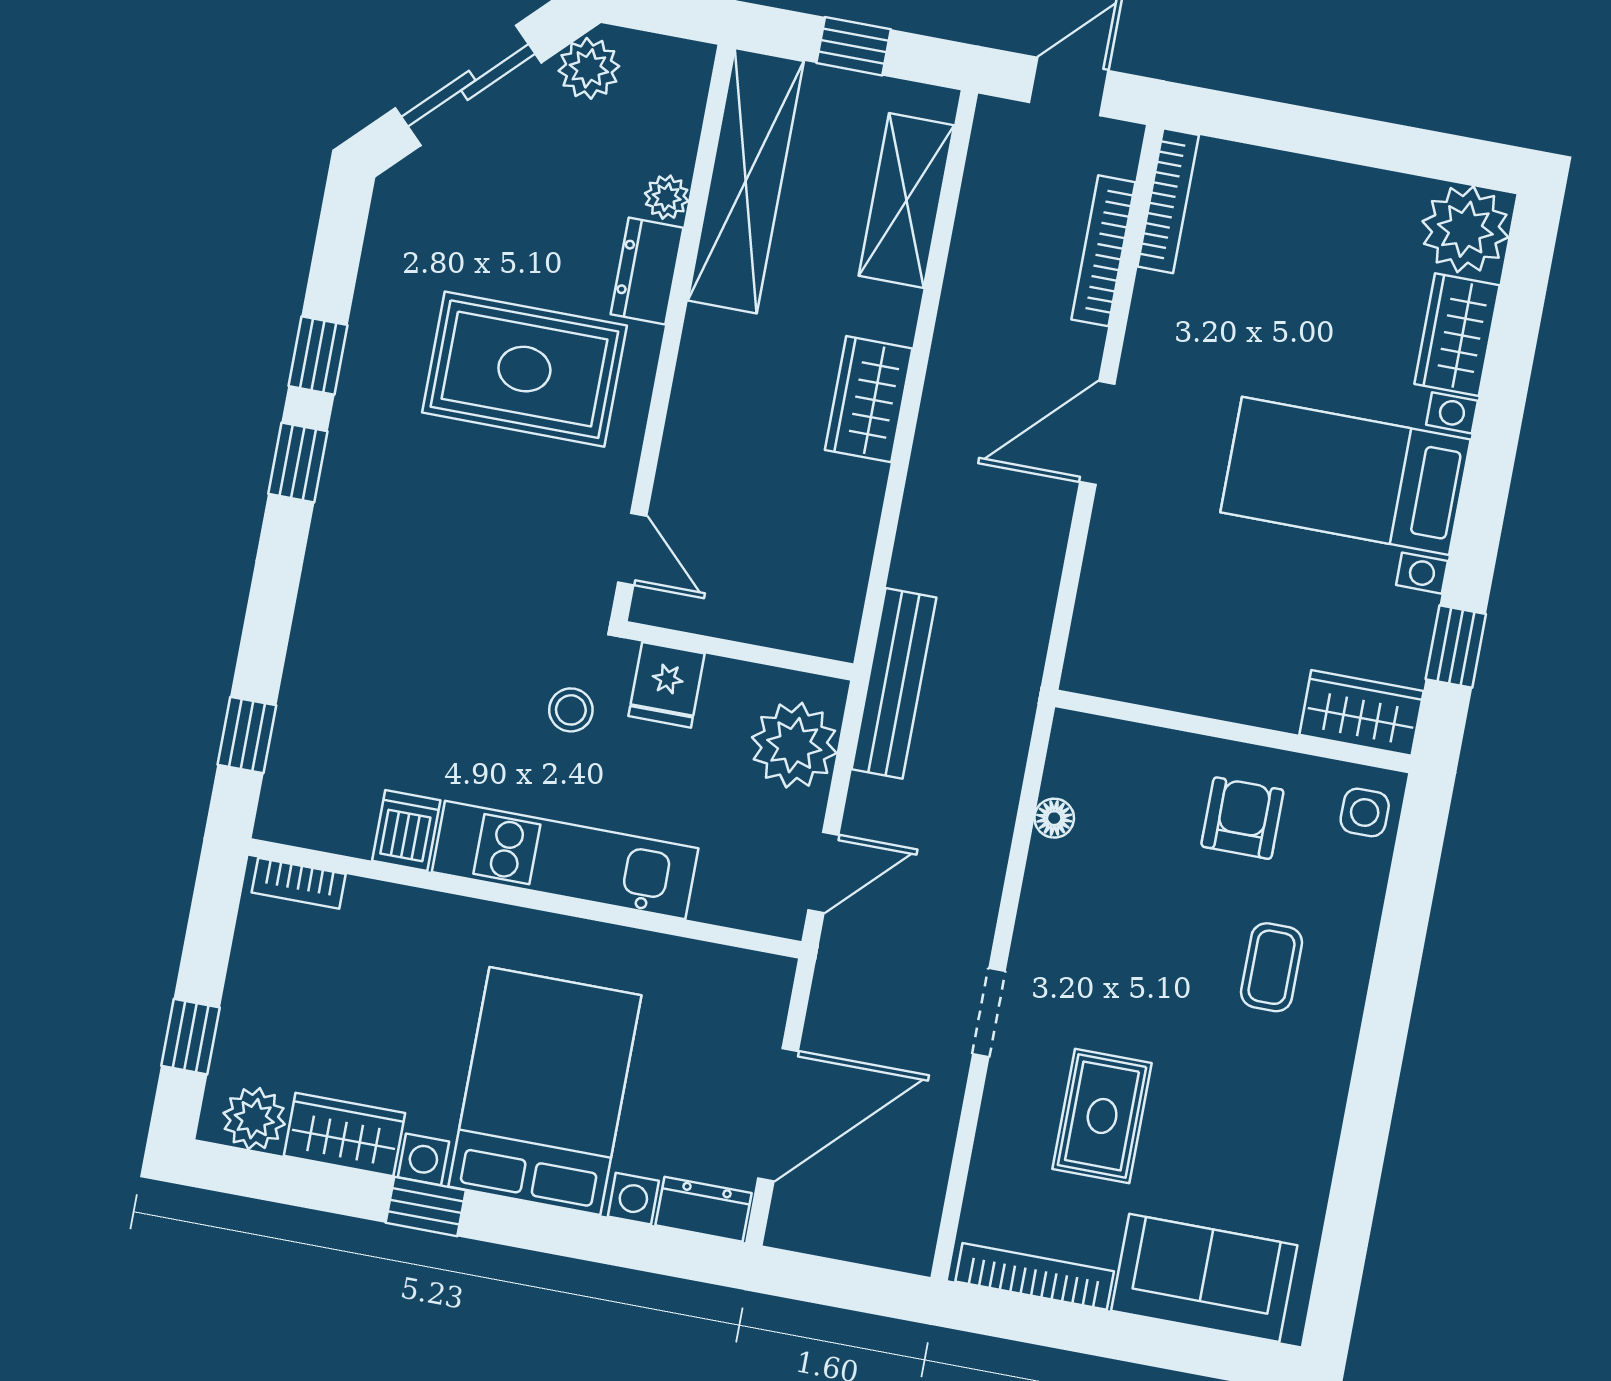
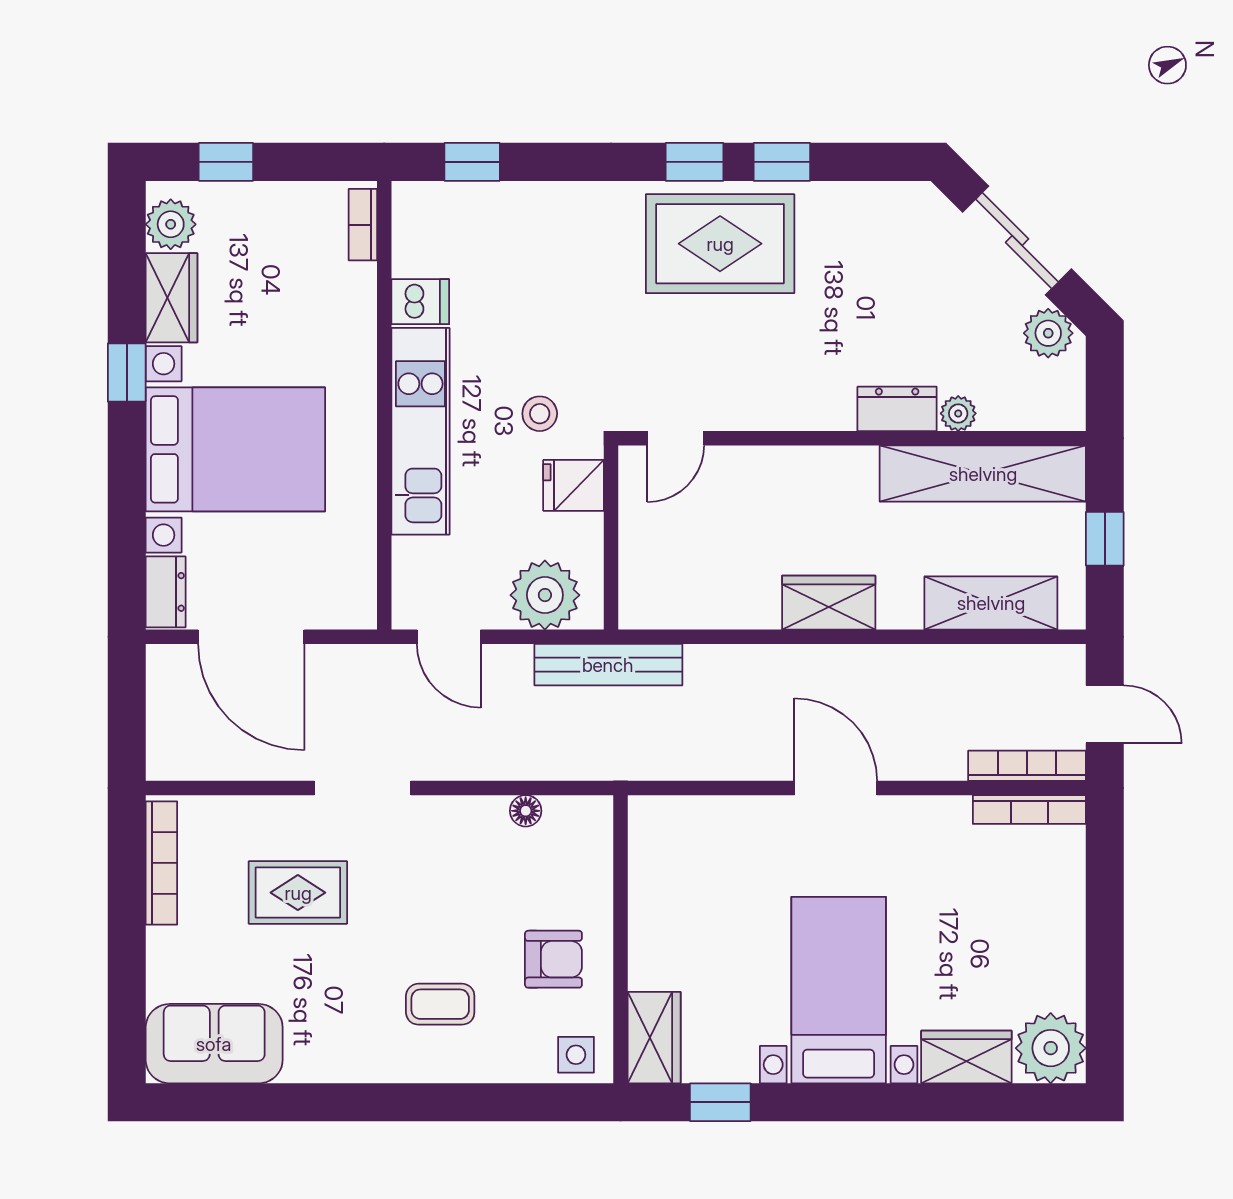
bookcase: (1103, 251) -> (1027, 766), moved
rug: (524, 369) -> (720, 244), moved, turned 90
doorway: (989, 1013) -> (363, 788), width x1.38
sofa: (1204, 1278) -> (214, 1044), moved, turned -90

